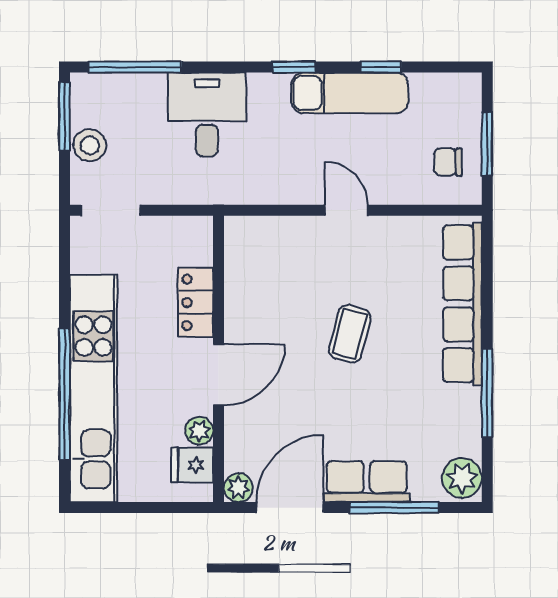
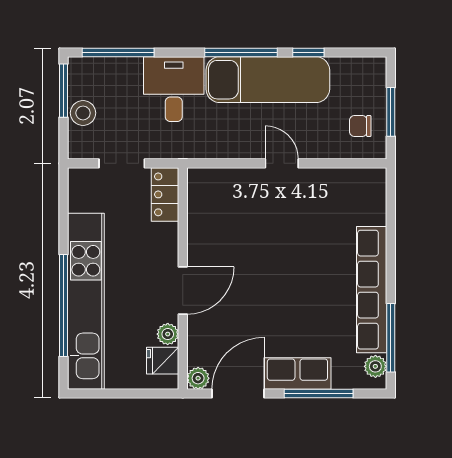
window: (294, 67) -> (241, 52), width x2.17
exam couch: (350, 93) -> (268, 80), width x1.36, depth x1.45
doorway: (110, 210) -> (122, 163), moved
locker: (196, 302) -> (165, 194), moved
row of seats: (462, 304) -> (372, 290), moved
coffee table: (350, 334) -> (284, 259), removed
window: (487, 393) -> (391, 338), moved
plant: (462, 478) -> (375, 366), width x0.73, depth x0.73

